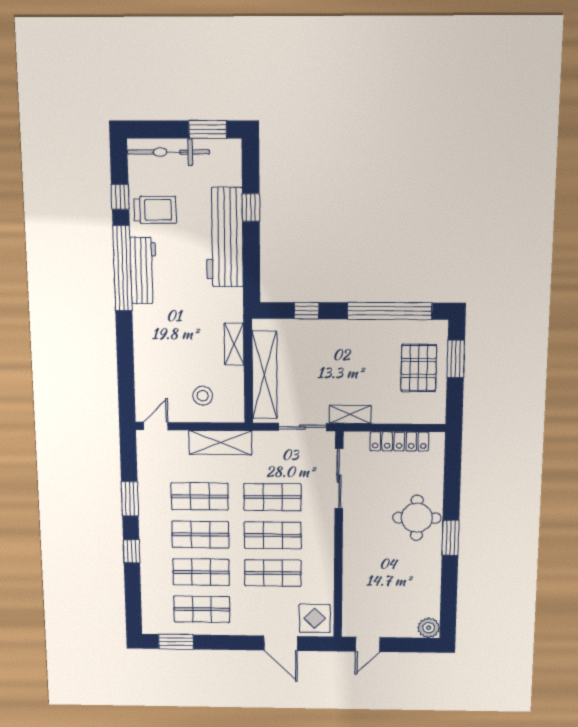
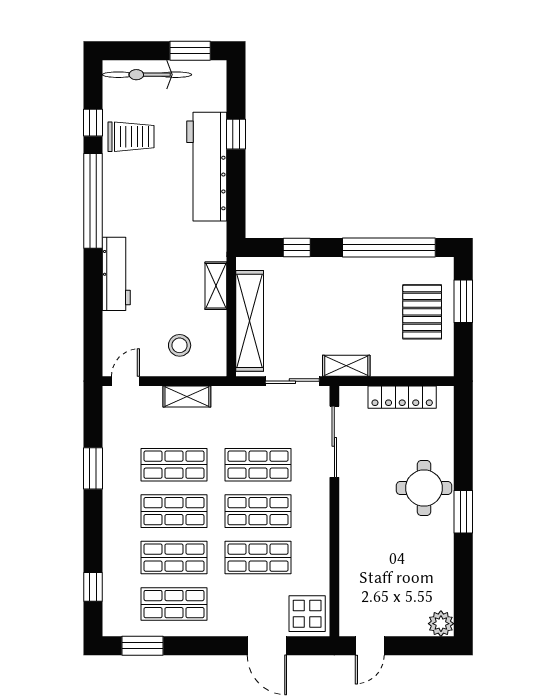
workbench: (143, 271) -> (116, 274), moved
shelving: (220, 443) -> (187, 397), width x0.67, depth x0.75
window: (132, 551) -> (93, 587), moved

